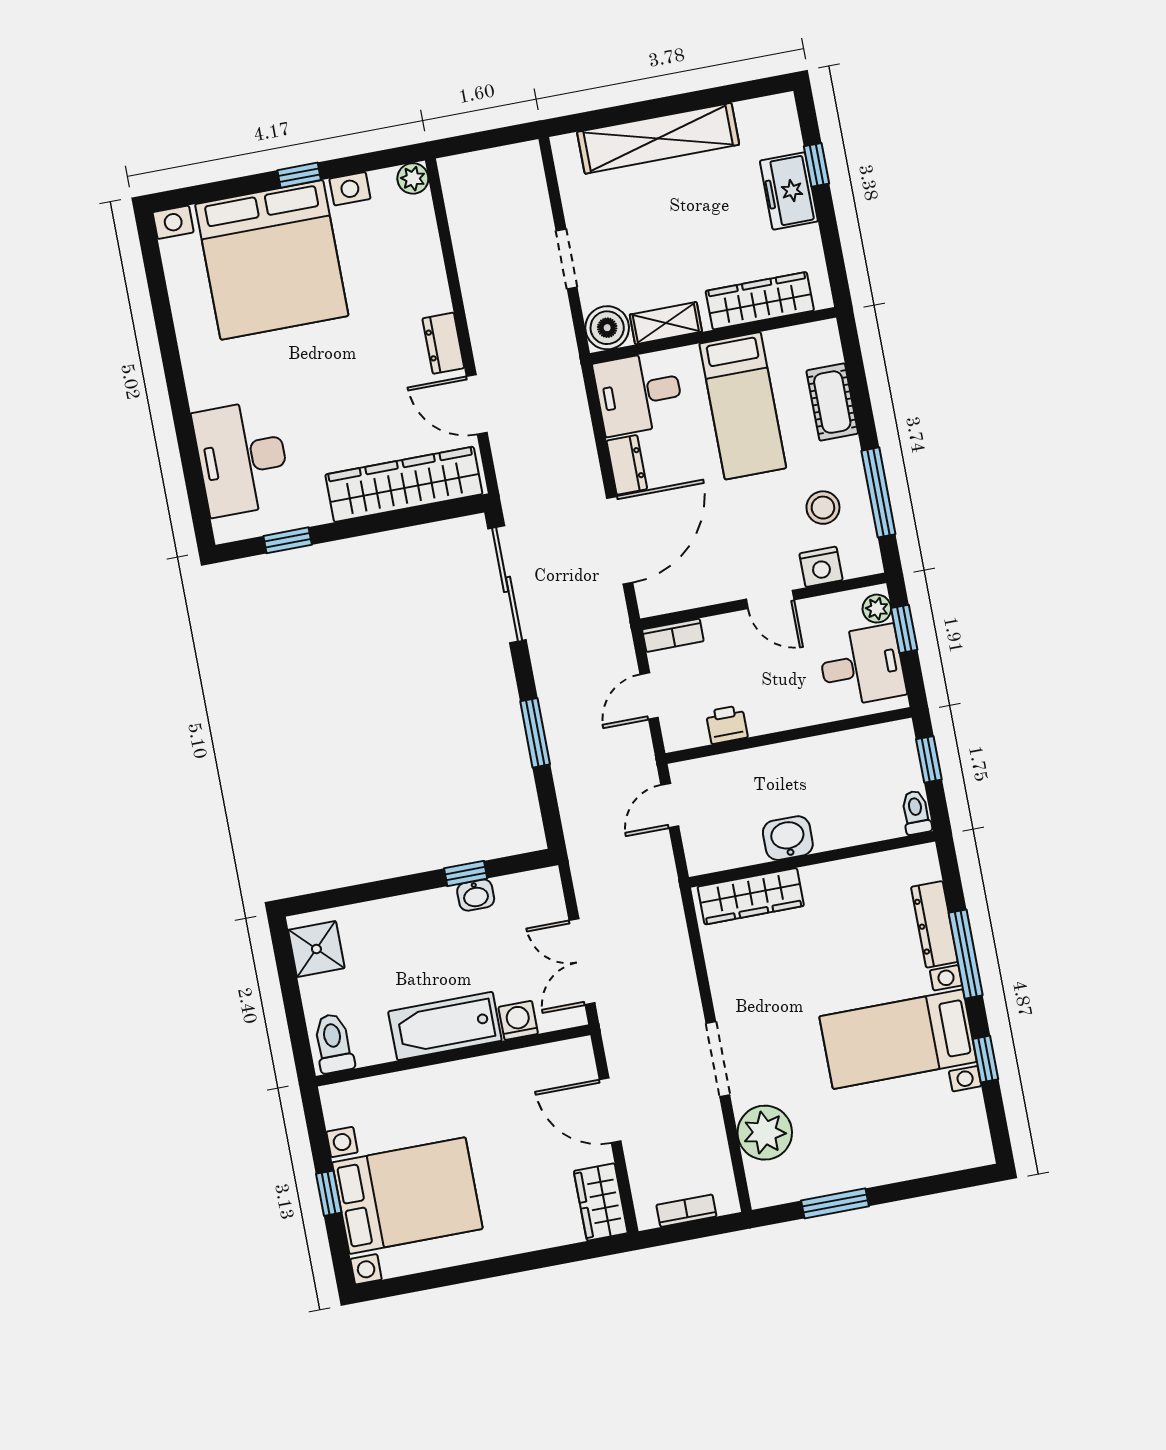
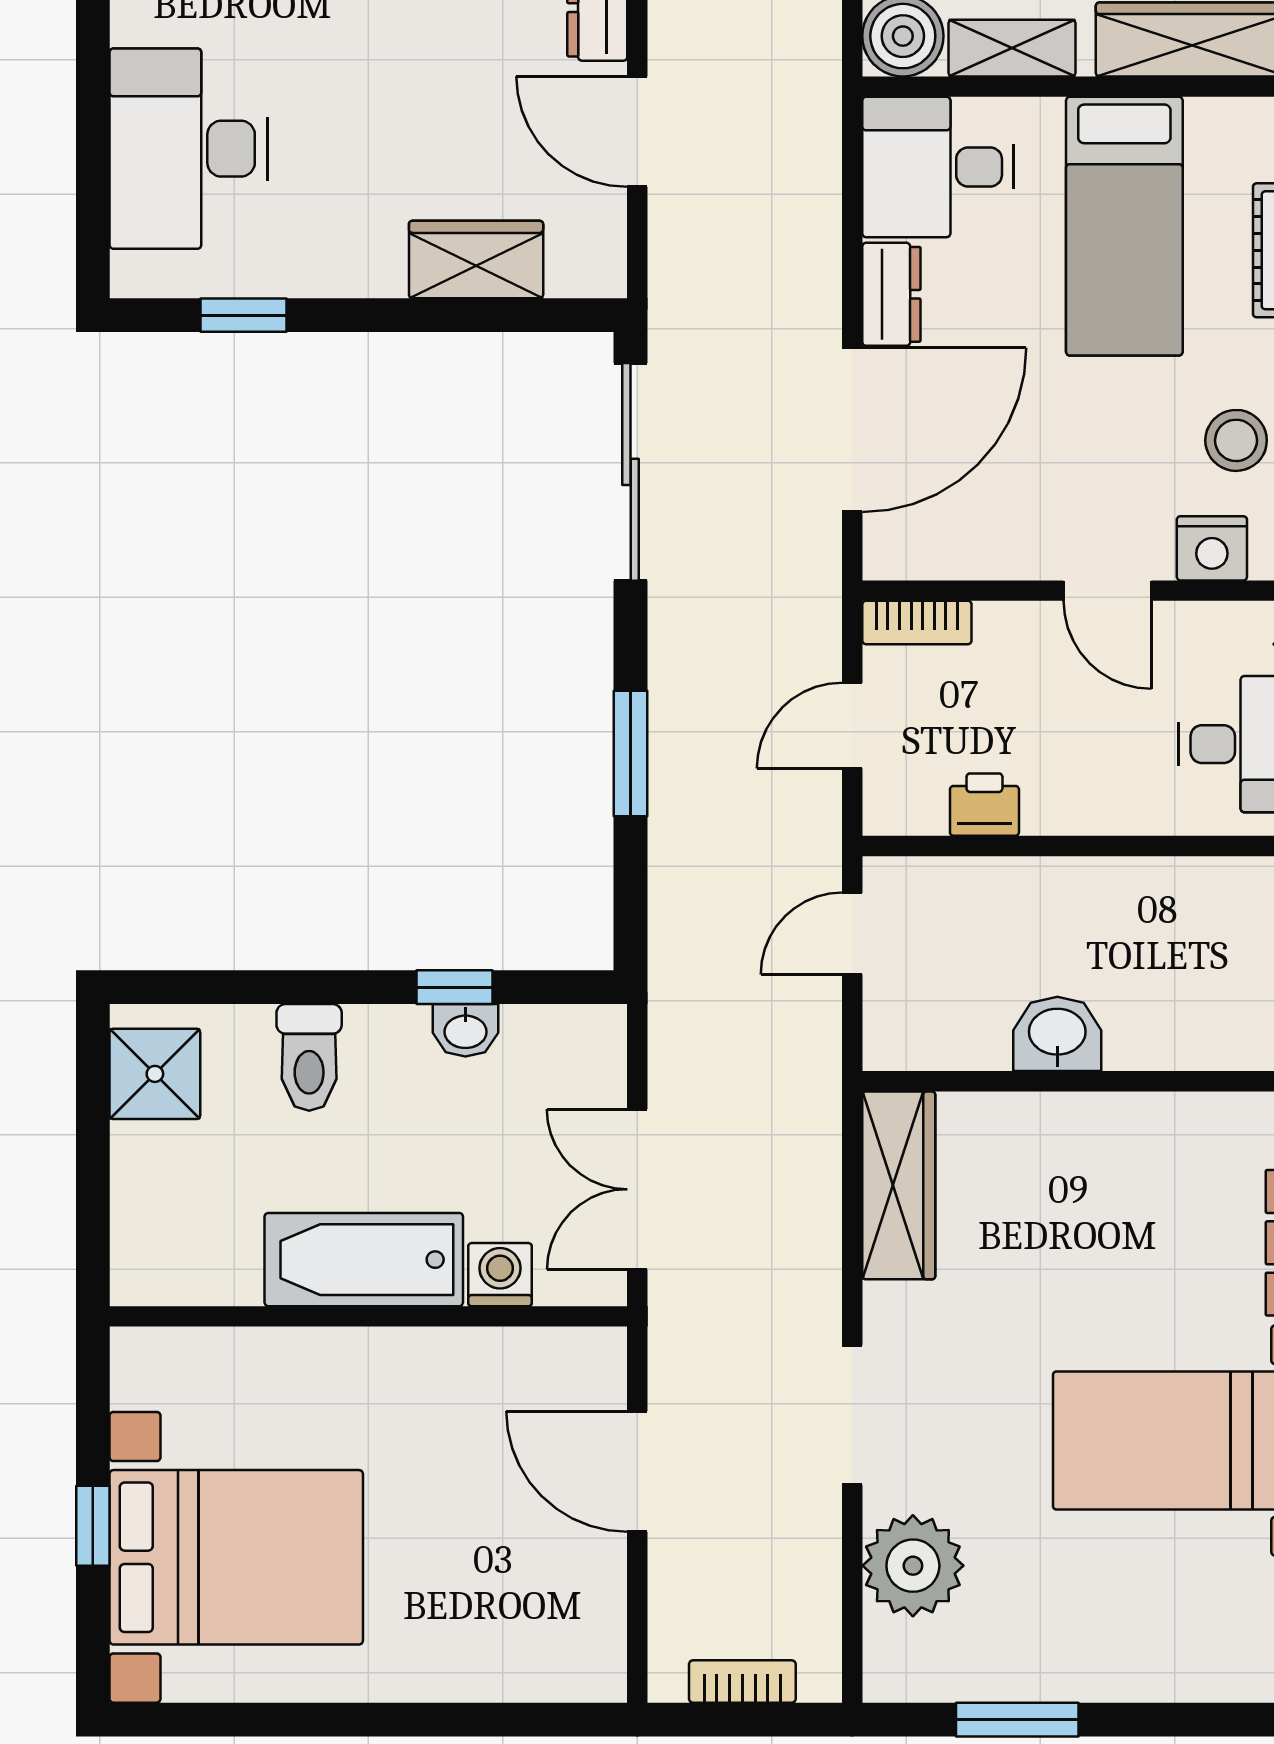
wardrobe: (404, 484) -> (476, 259), width x0.48, depth x0.85
wardrobe: (751, 896) -> (899, 1185), moved, turned -90
toilet: (333, 1043) -> (309, 1057), moved, turned 180
wardrobe: (601, 1202) -> (588, 1636), removed

